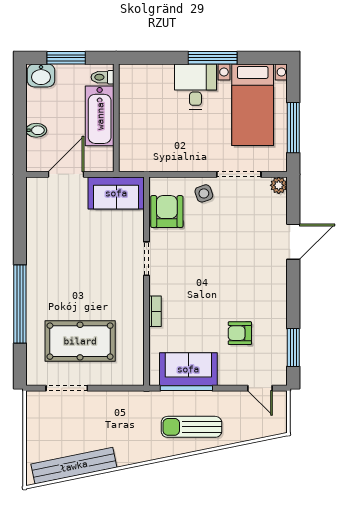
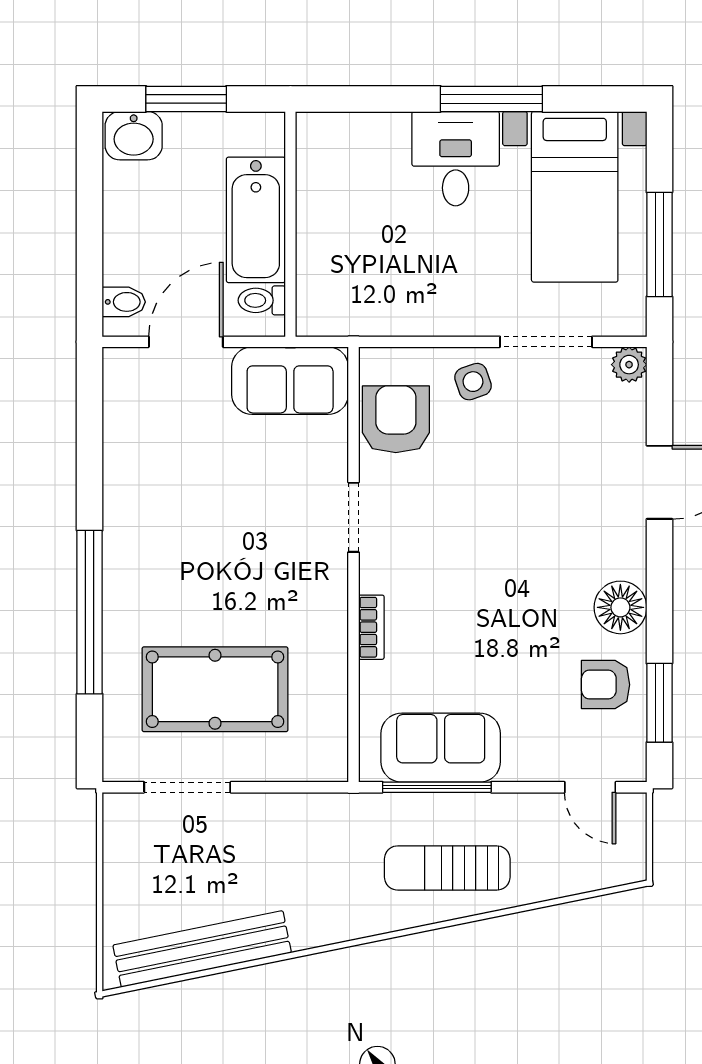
toilet: (102, 77) -> (262, 300), moved
bidet: (36, 130) -> (124, 302), moved
floor lamp: (275, 302) -> (620, 607), added
armchair: (240, 333) -> (606, 685), moved

